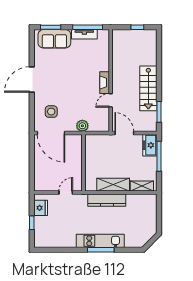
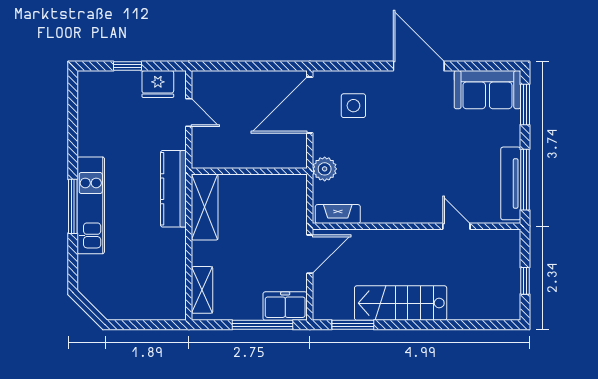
tv unit: (84, 34) -> (511, 183), width x1.41
sofa: (54, 39) -> (487, 90), moved, turned -90
fireplace: (105, 83) -> (338, 214), moved
door: (111, 100) -> (456, 226), moved
shelving: (113, 185) -> (205, 207), moved
door: (66, 193) -> (189, 113), moved
kitchen counter: (107, 200) -> (173, 189), moved

